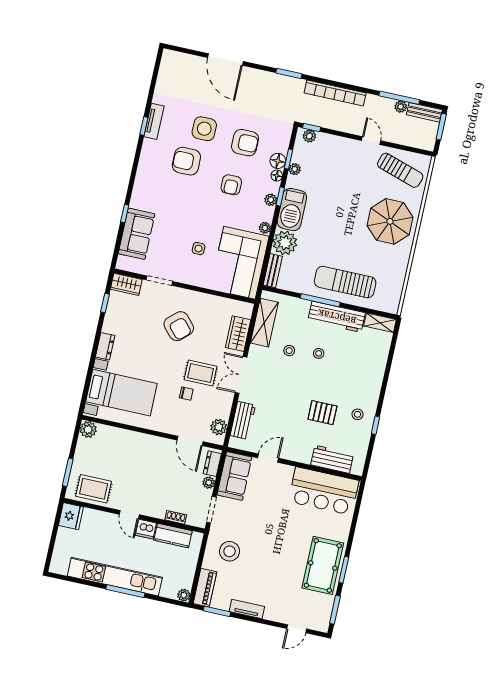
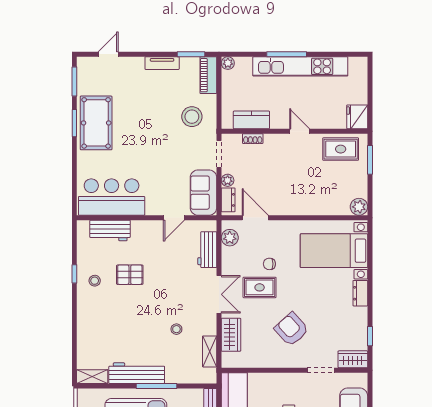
shelving: (264, 323) -> (210, 351), width x0.67, depth x0.75
stool: (319, 353) -> (147, 333), removed
dishwasher: (146, 529) -> (280, 120), removed

